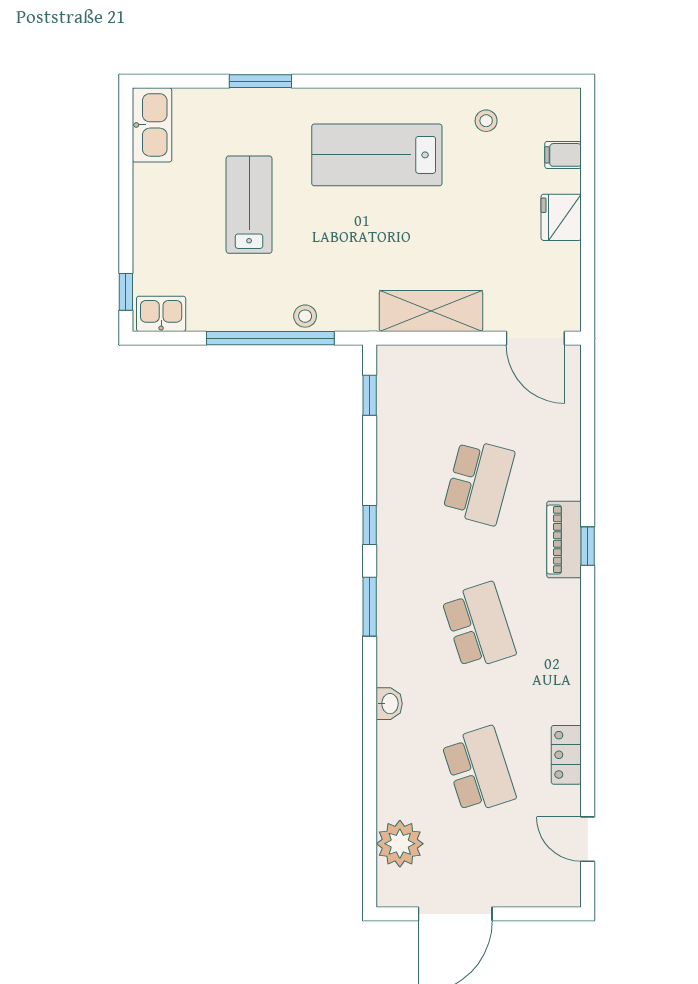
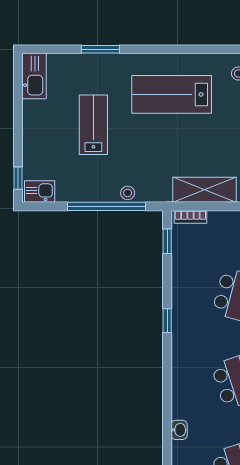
bookcase: (408, 355) -> (190, 217), added
window: (370, 607) -> (167, 371), removed

